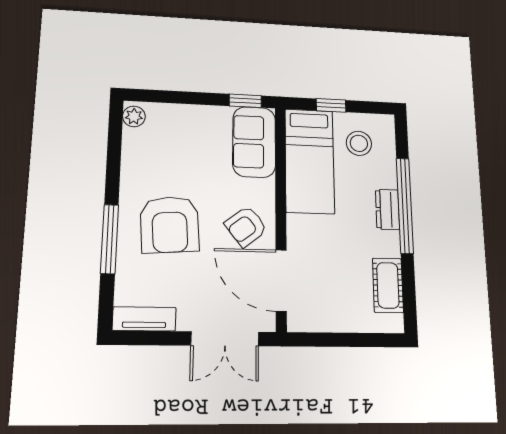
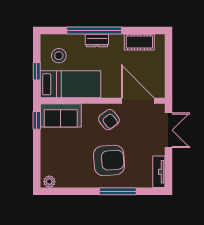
door: (281, 281) -> (138, 101), swing flipped

